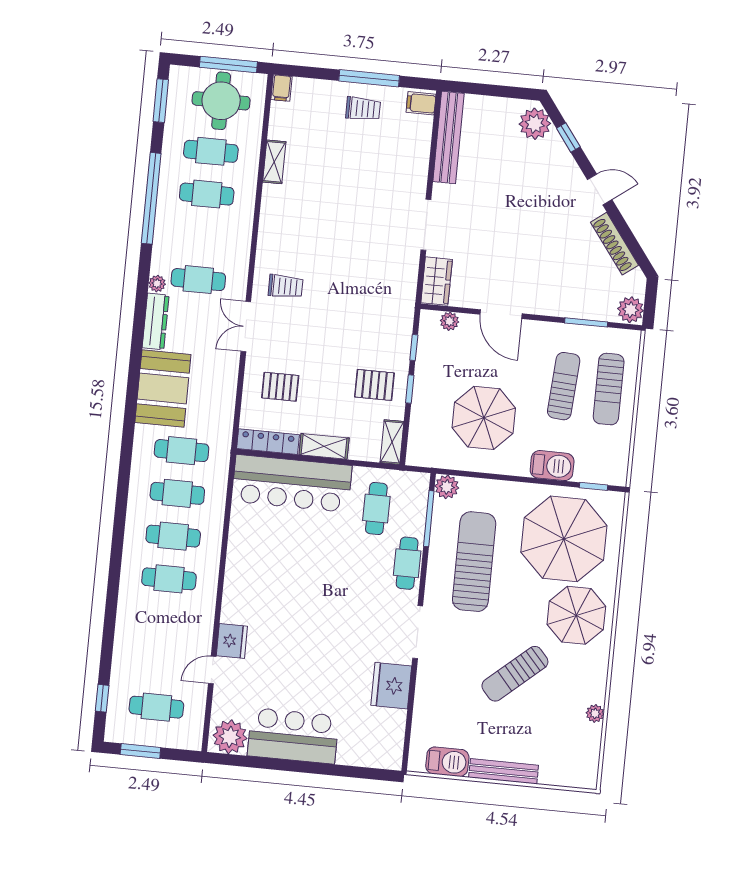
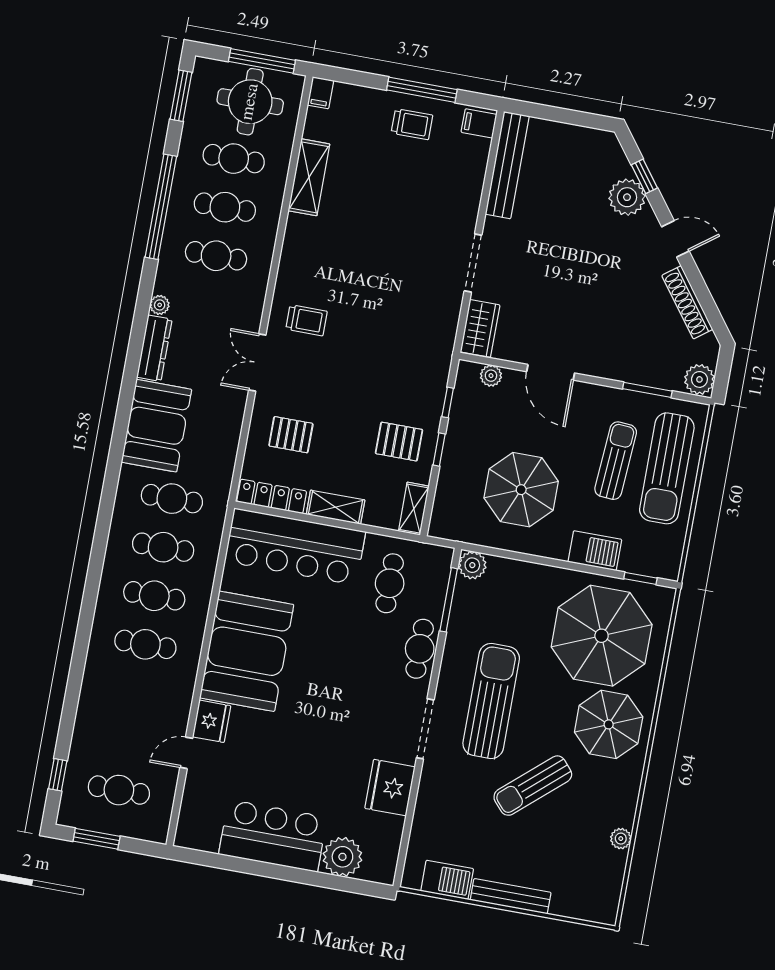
plant: (535, 124) -> (627, 197), moved
shelving: (274, 162) -> (309, 177), width x1.50, depth x1.33
cafe table: (198, 280) -> (216, 256), moved
sun lounger: (609, 389) -> (667, 468), width x1.36, depth x1.34
sun lounger: (474, 562) -> (491, 701), moved
booth: (257, 578) -> (247, 651), added
plant: (230, 737) -> (342, 857), moved

